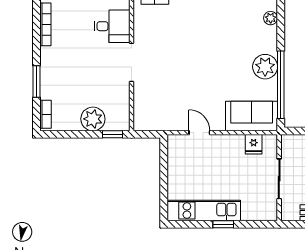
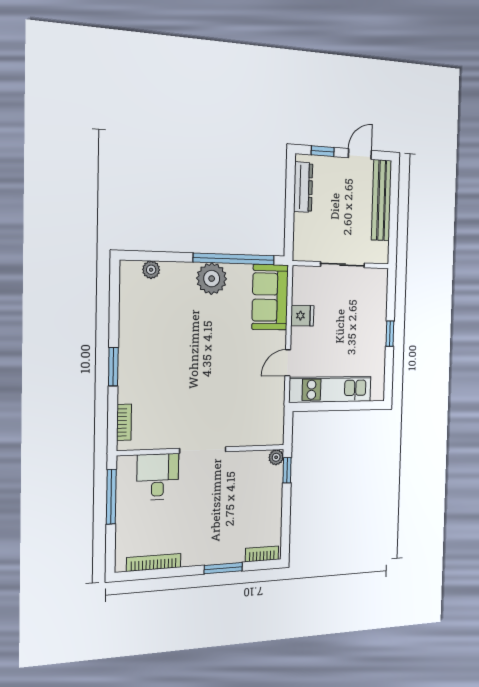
plant: (93, 119) -> (276, 457), moved, width x0.53, depth x0.53
fridge: (254, 144) -> (302, 316), moved
kitchen unit: (204, 211) -> (330, 389), moved, turned 90

